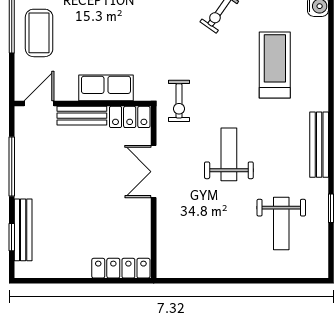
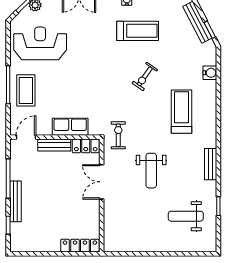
exercise bike: (179, 101) -> (118, 135), turned 180
bench: (319, 145) -> (211, 164), width x0.73
weight bench: (229, 154) -> (151, 171), turned 180
weight bench: (281, 224) -> (186, 216), turned 90
bench: (23, 230) -> (15, 201), moved

